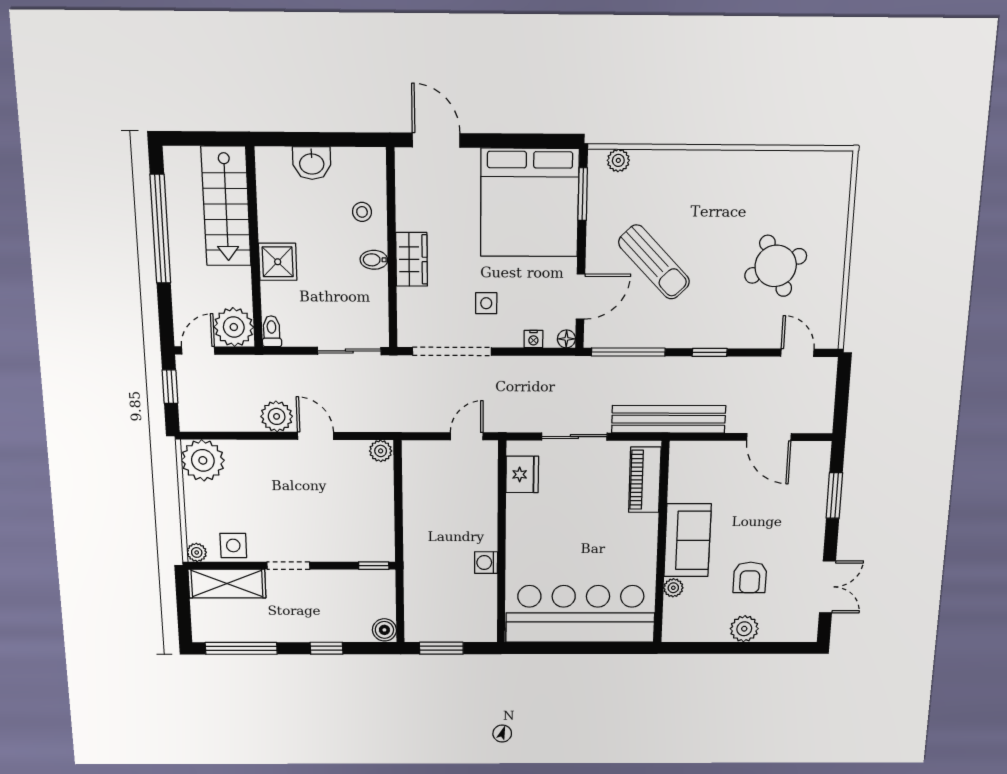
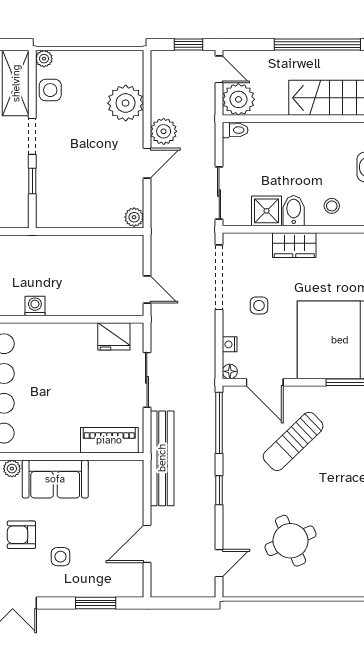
bidet: (374, 260) -> (294, 211), width x1.38, depth x1.36
shower: (278, 262) -> (267, 211), moved
plant: (203, 460) -> (126, 103), moved
side table: (778, 535) -> (60, 557), added
window: (374, 566) -> (32, 181), moved

